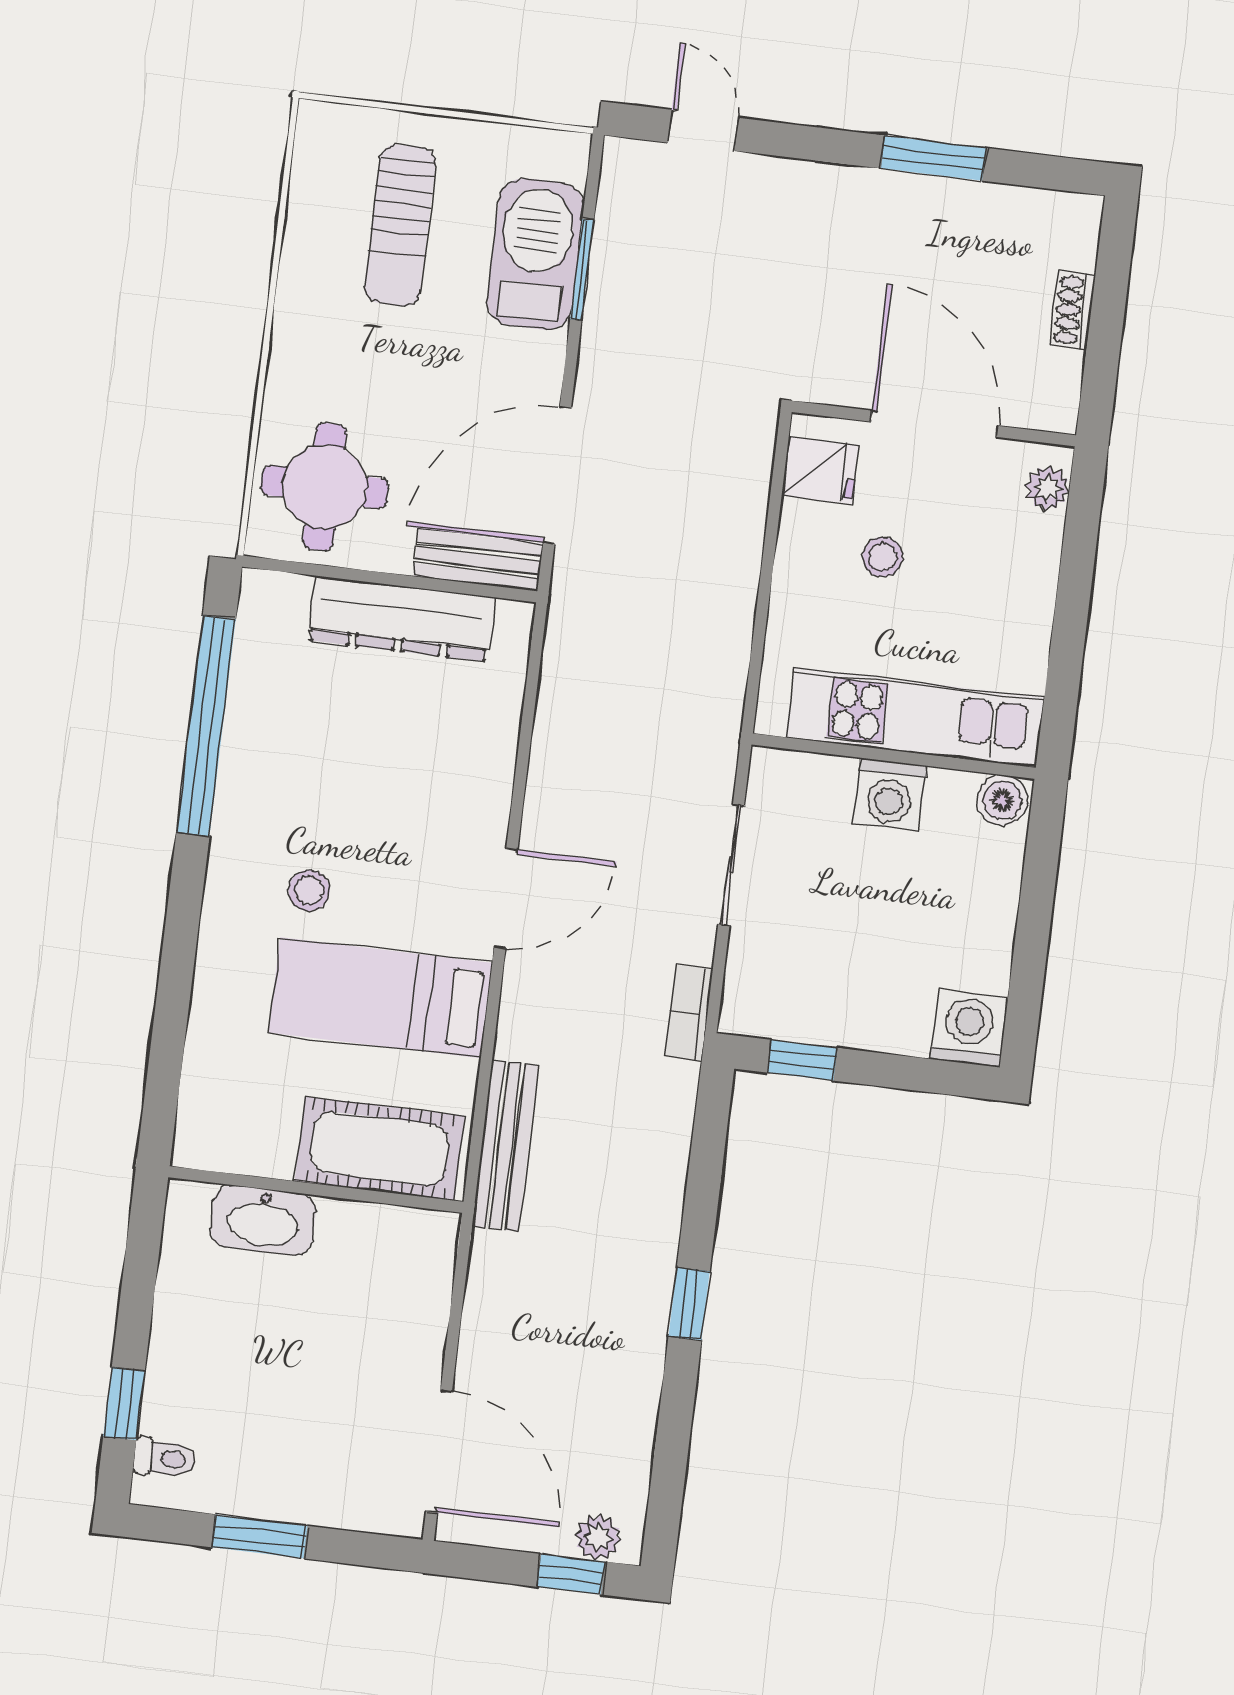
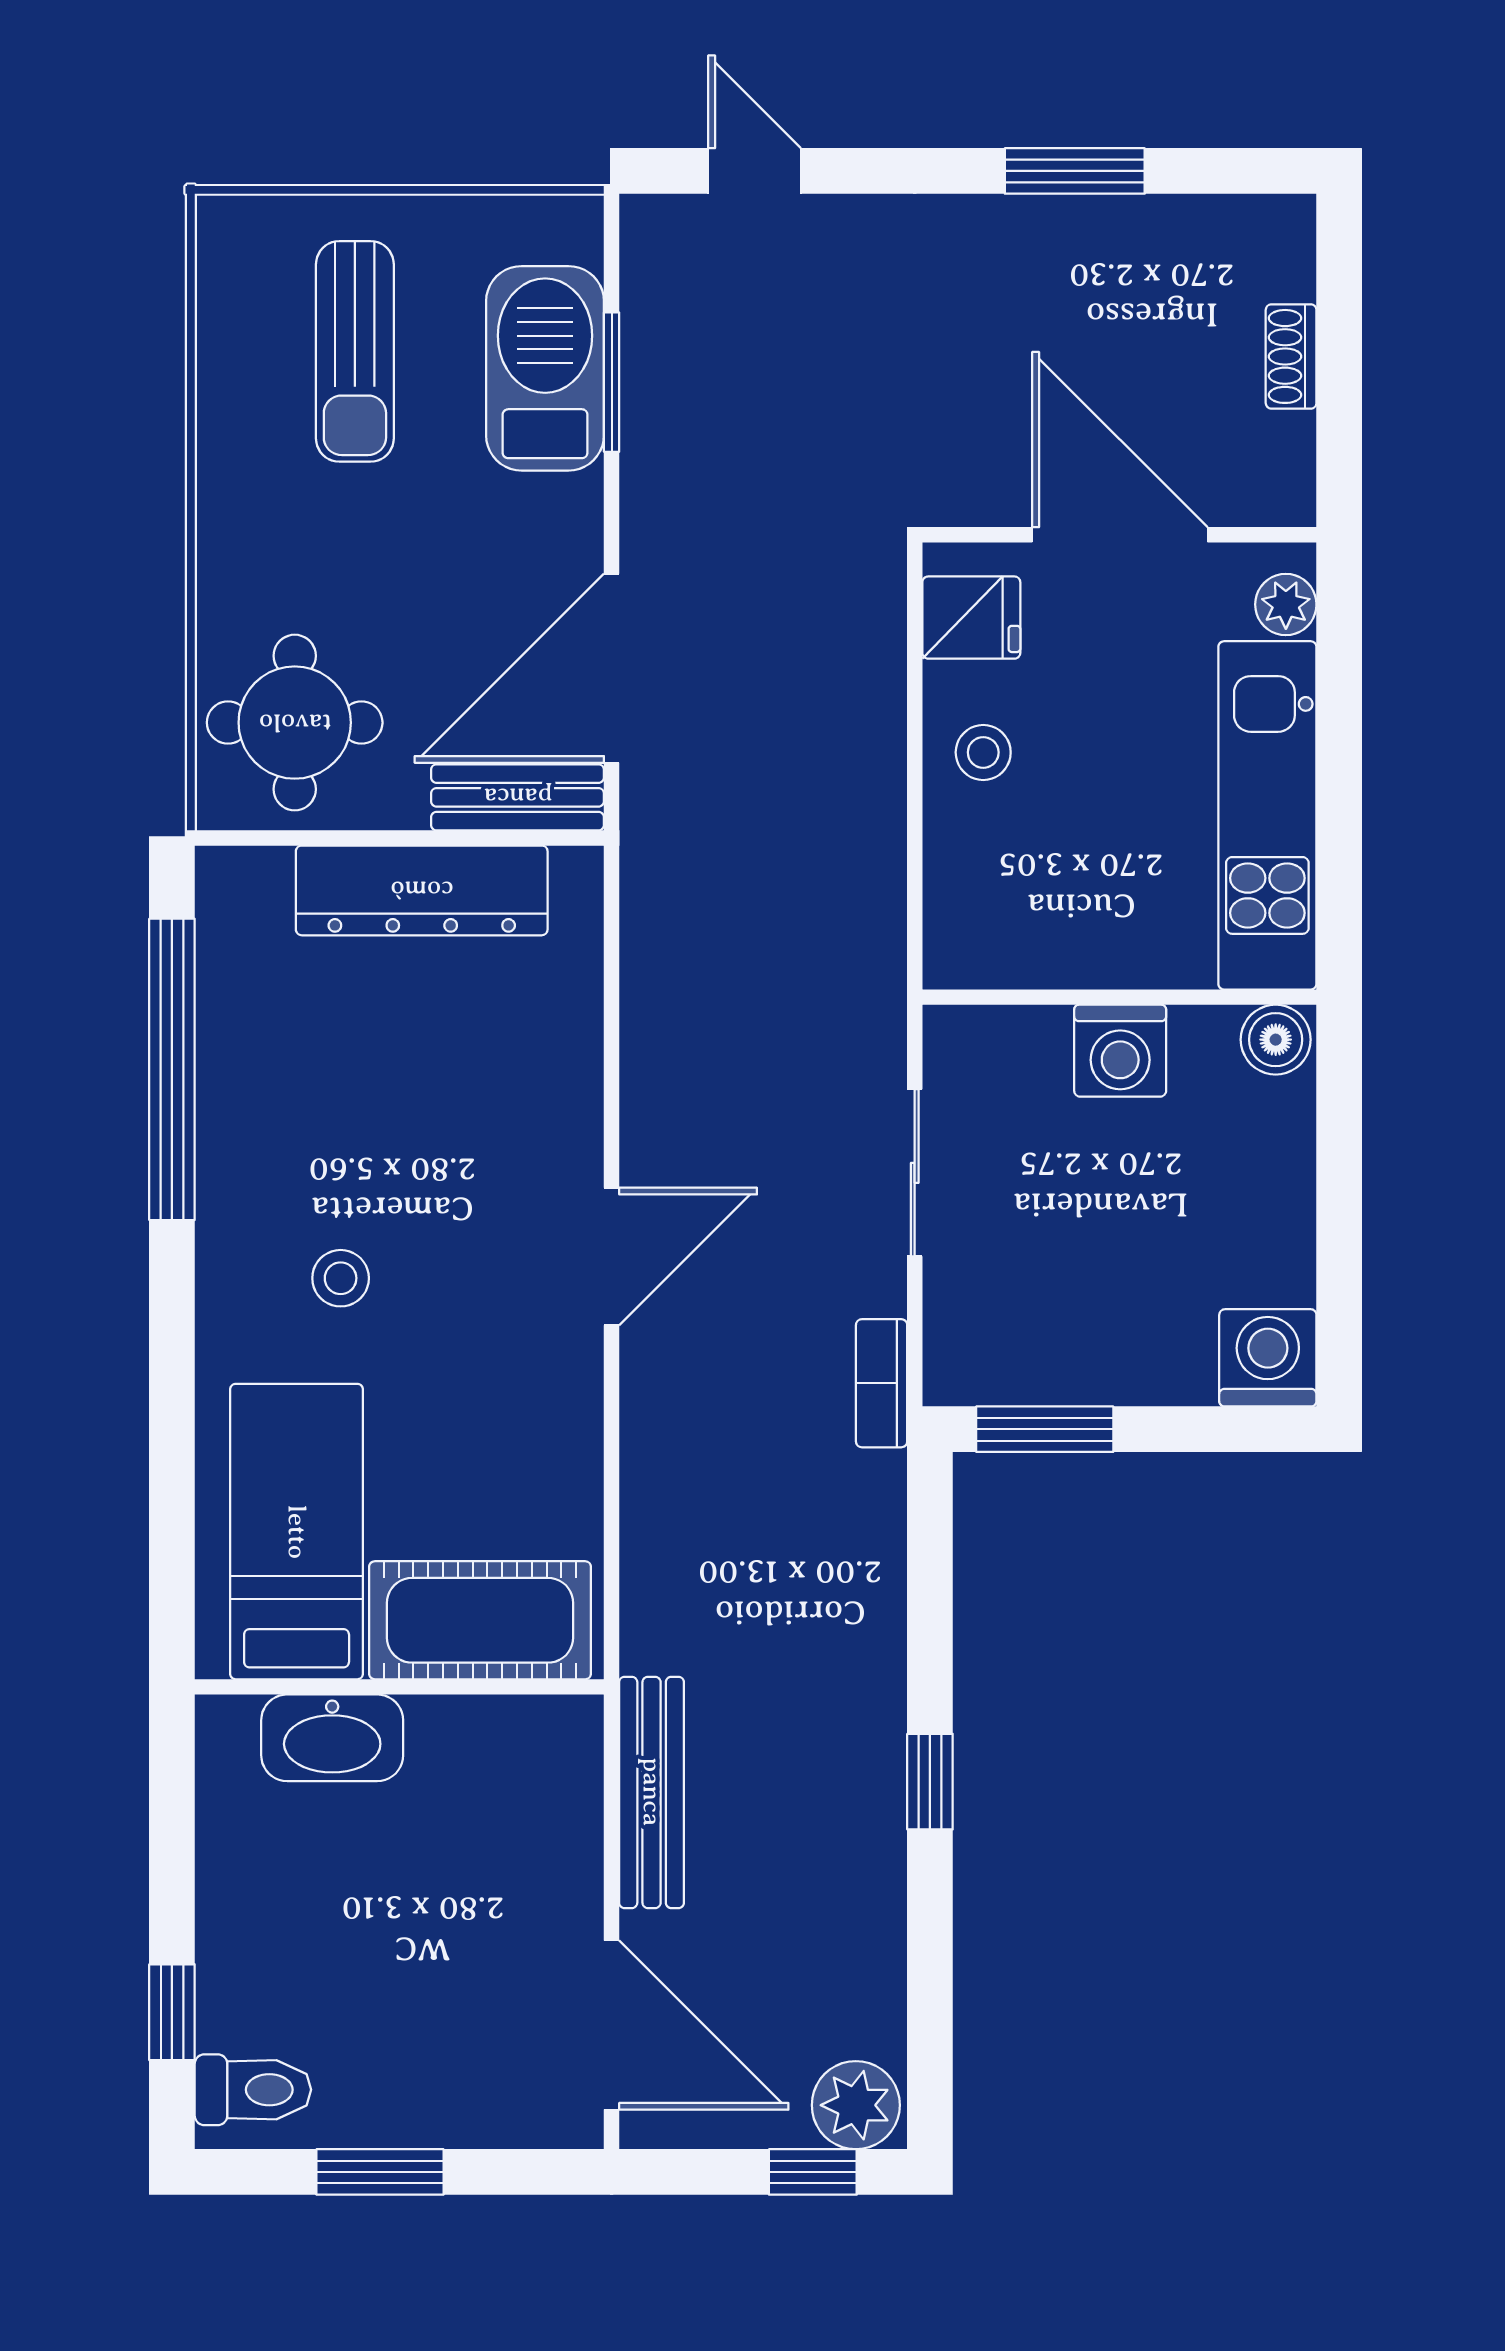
stool: (883, 557) -> (983, 752), moved
kitchen unit: (915, 717) -> (1267, 815), moved, turned -90
bed: (381, 998) -> (297, 1532), moved, turned 90
window: (802, 1060) -> (1045, 1429), width x1.50
bench: (505, 1146) -> (652, 1792), moved
toilet: (165, 1458) -> (253, 2090), width x1.37, depth x1.39
plant: (598, 1538) -> (856, 2105), width x1.38, depth x1.38

